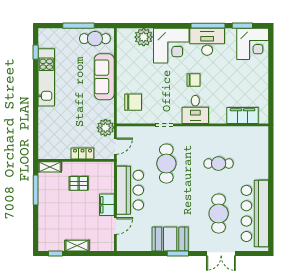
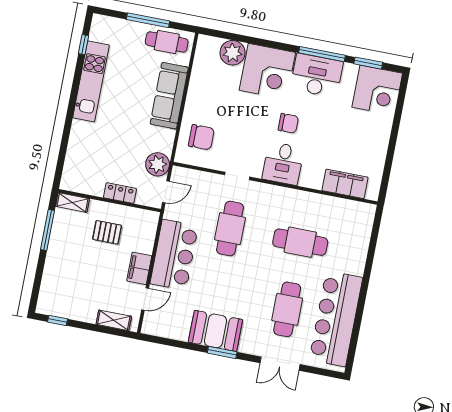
cafe table: (219, 164) -> (300, 242), width x1.37, depth x1.35
shelving: (77, 246) -> (114, 320), moved

